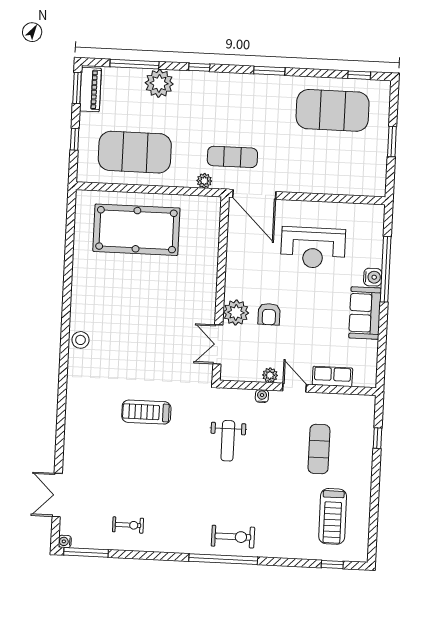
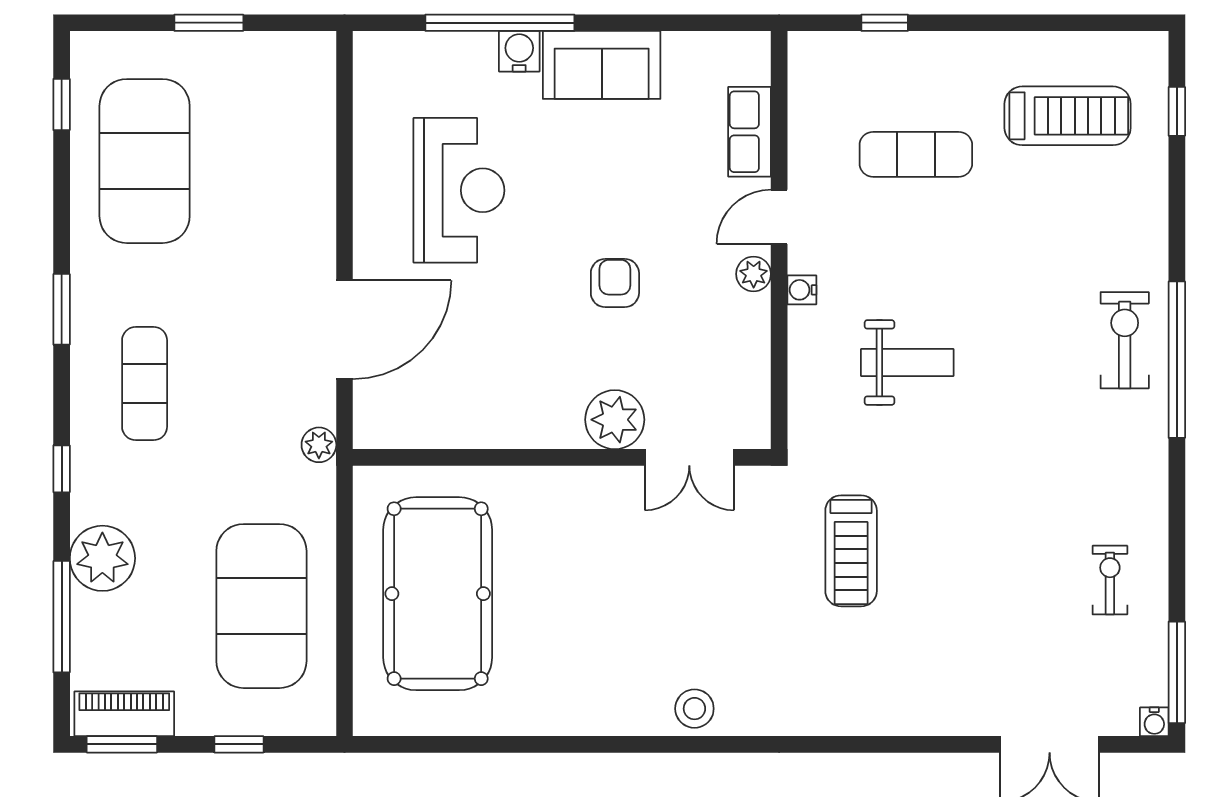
exercise mat: (232, 157) -> (145, 384), moved
wall: (221, 288) -> (562, 457), moved
plant: (236, 312) -> (615, 420), moved
armchair: (269, 314) -> (615, 283), turned -90
double door: (218, 344) -> (689, 457), moved

